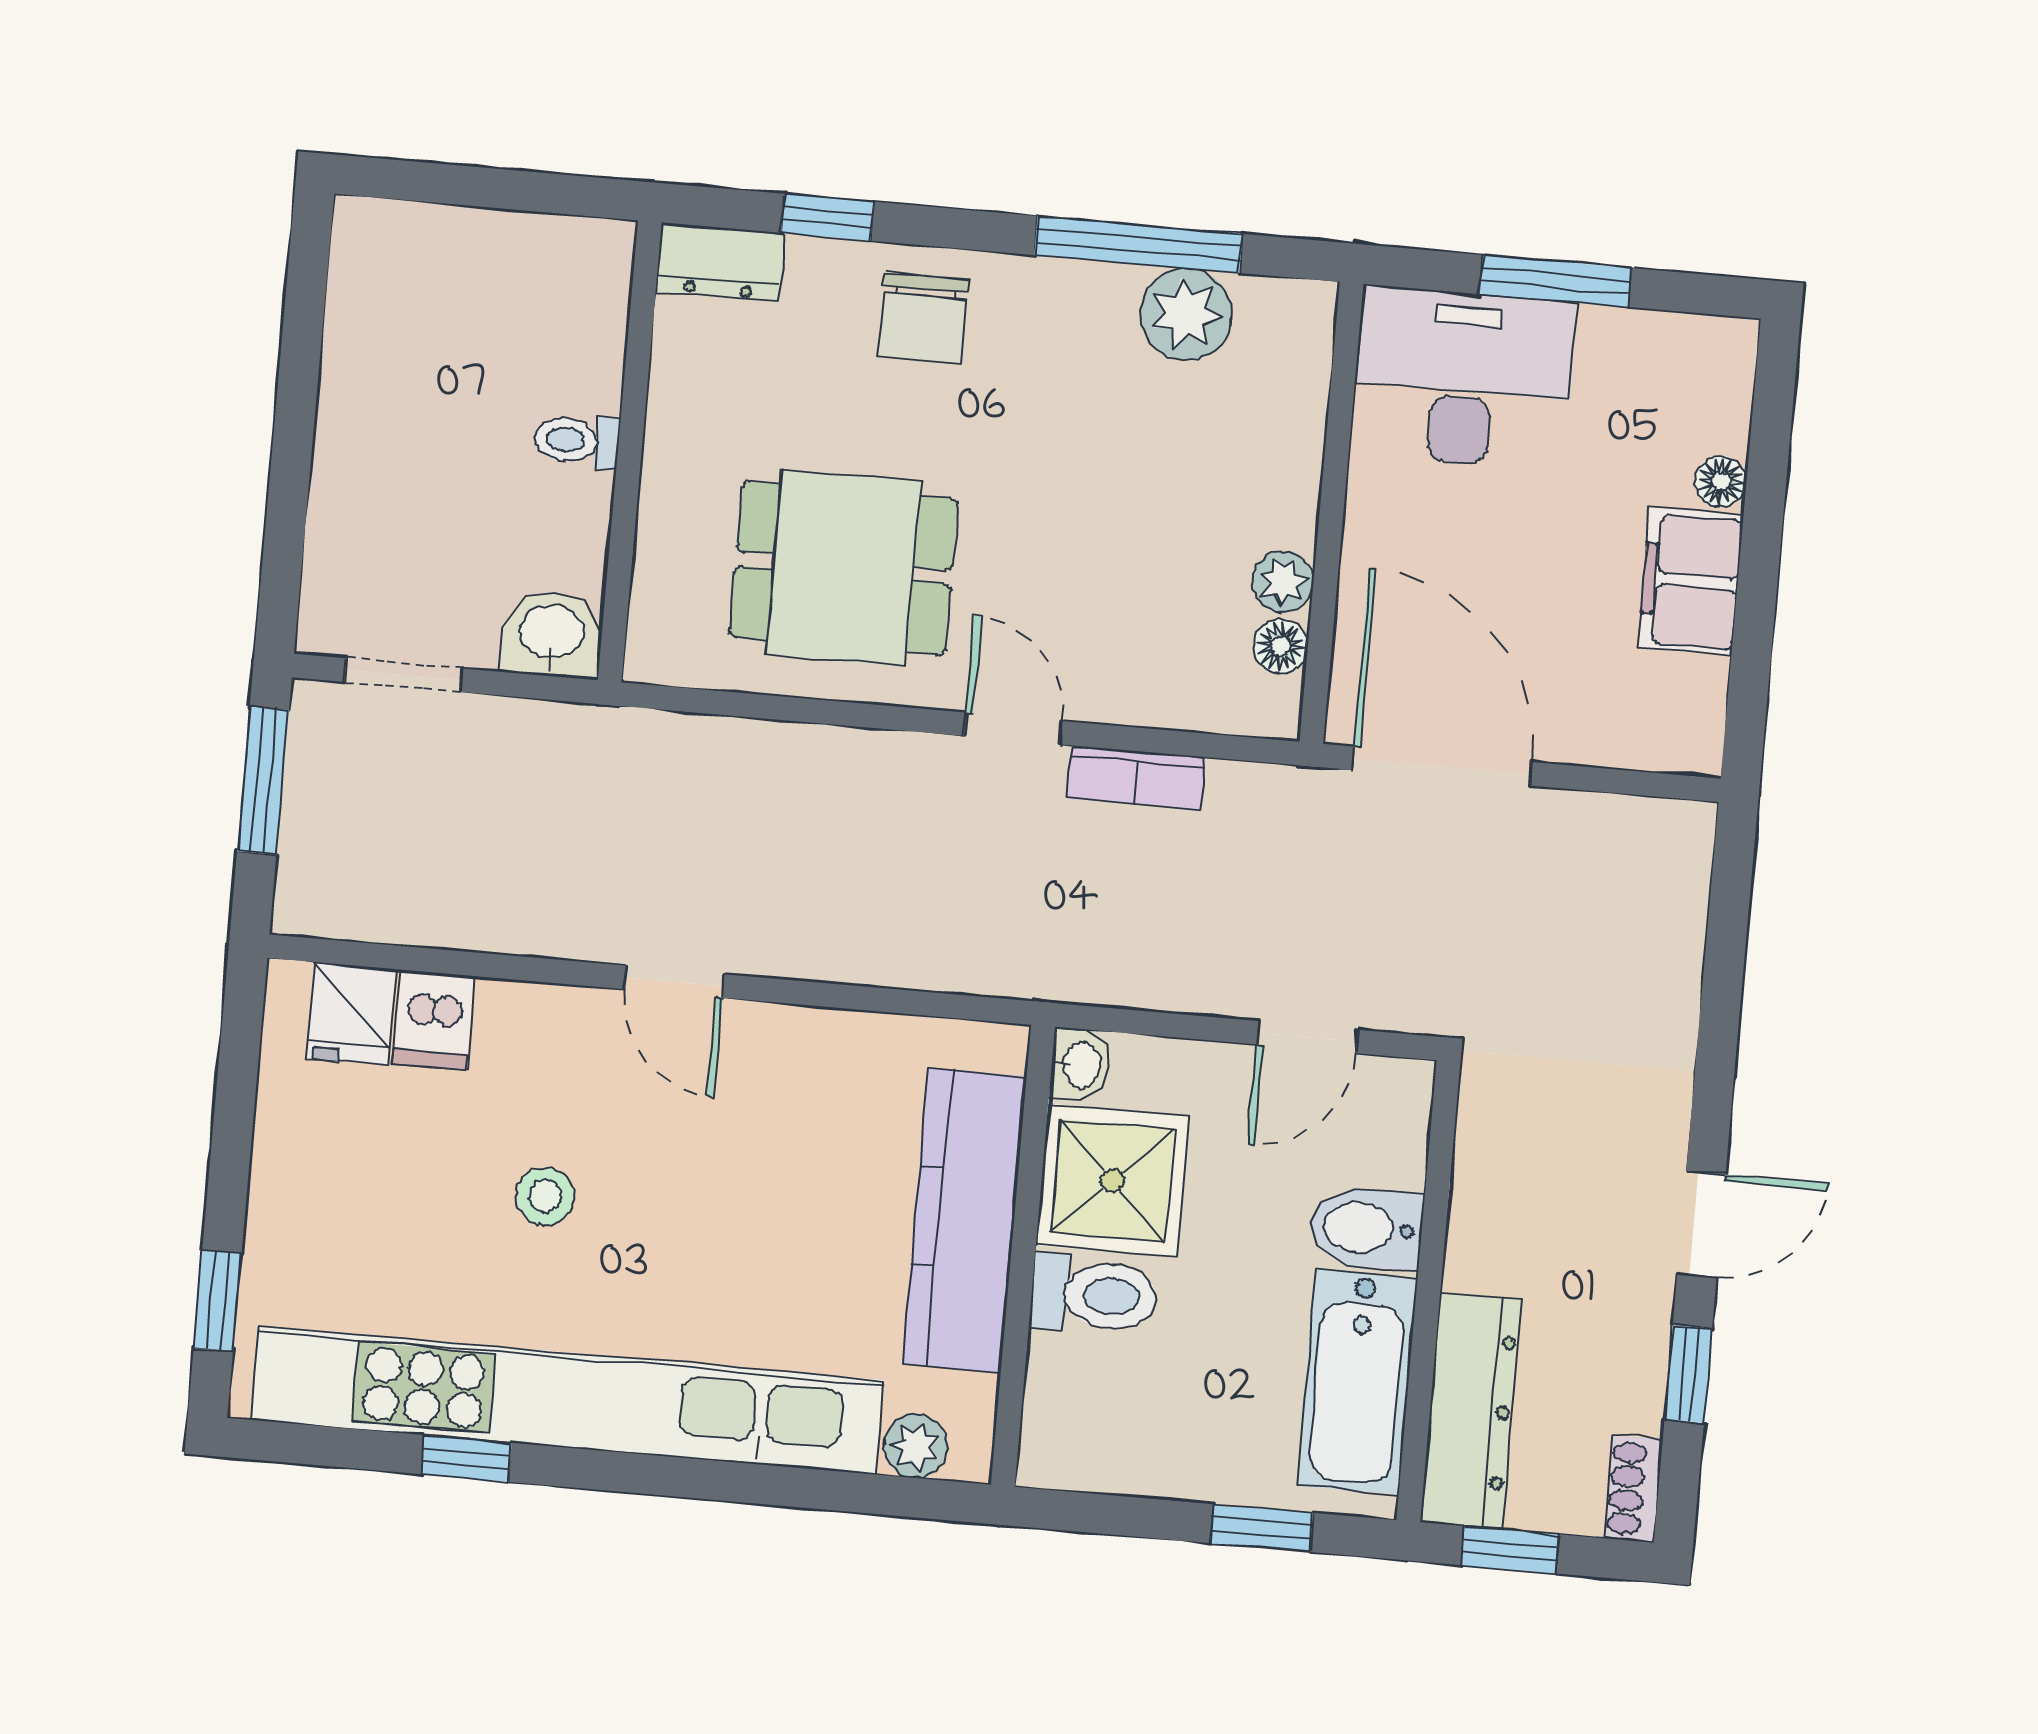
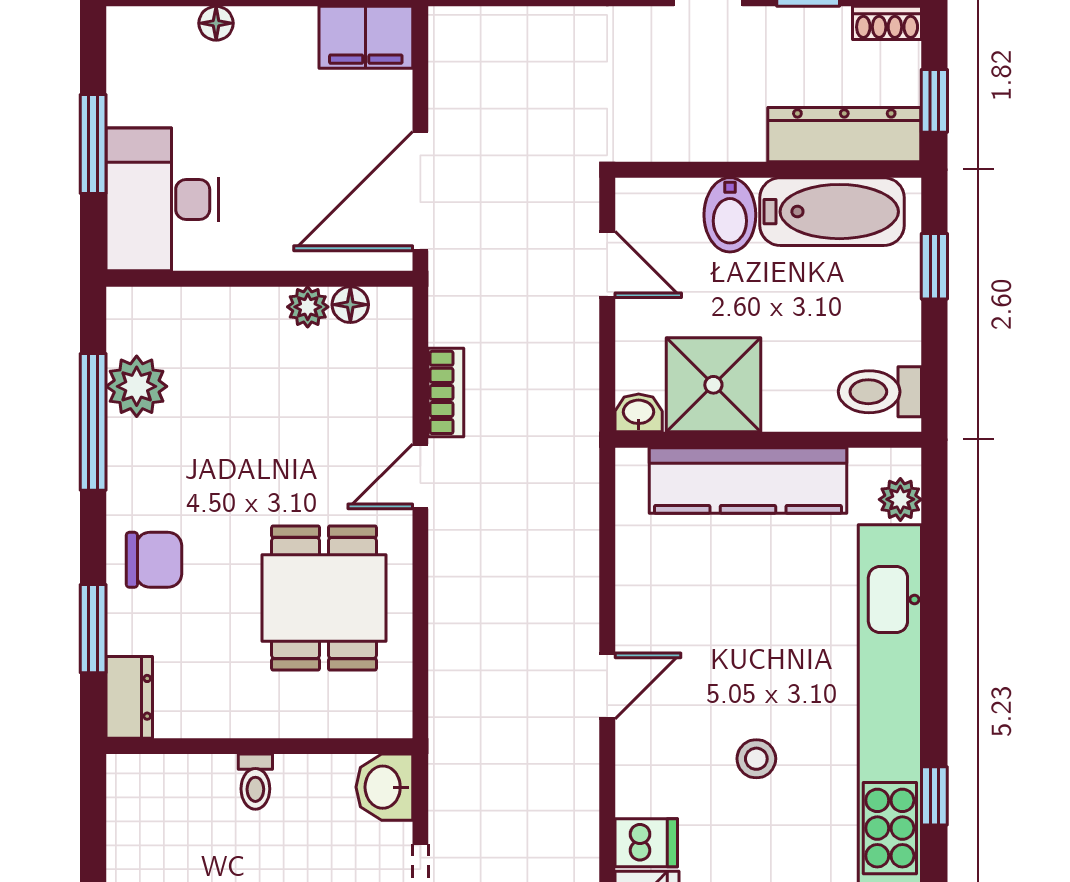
window: (828, 217) -> (93, 629), width x1.50
filing cabinet: (1691, 581) -> (366, 37), moved
toilet: (1094, 1295) -> (880, 392), moved, turned -90

